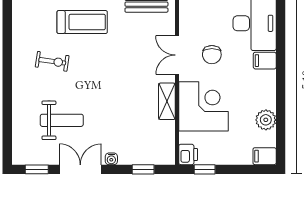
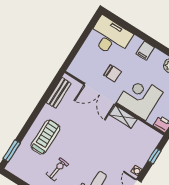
double door: (177, 55) -> (100, 94), width x1.37
filing cabinet: (265, 61) -> (145, 50), moved

